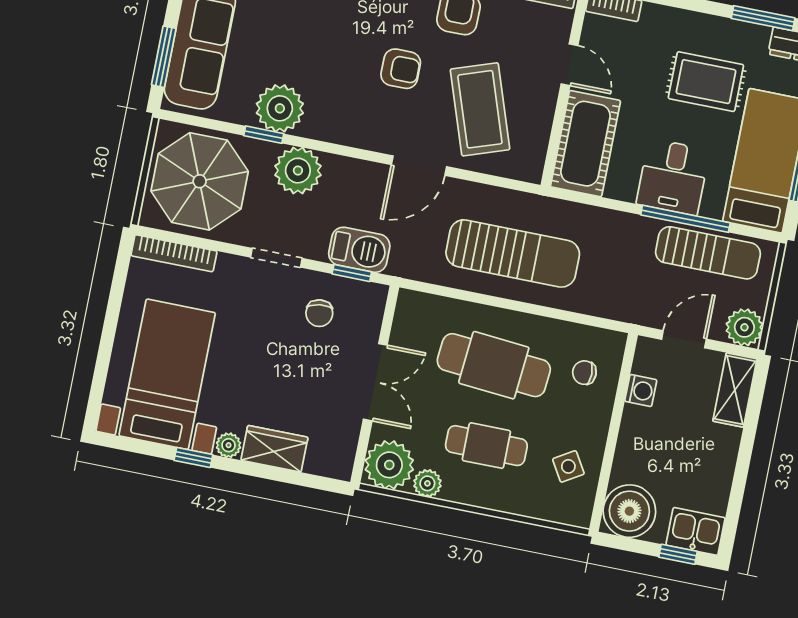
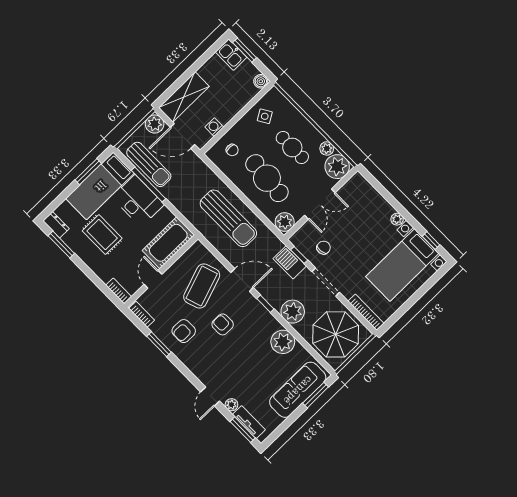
window: (264, 135) -> (265, 304), moved
desk: (673, 177) -> (138, 201), width x1.37
sun lounger: (513, 253) -> (228, 218), turned 180
sun lounger: (708, 253) -> (149, 164), turned 180
doorway: (276, 258) -> (326, 282), width x1.38
plant: (414, 312) -> (285, 222), added
door: (684, 339) -> (183, 136), width x1.38
double door: (375, 382) -> (320, 204), swing flipped
shelving: (735, 390) -> (184, 97), width x1.50, depth x1.33
wardrobe: (274, 449) -> (379, 205), removed
window: (193, 457) -> (431, 241), moved
boiler: (629, 511) -> (261, 81), width x0.54, depth x0.54
window: (678, 554) -> (245, 50), width x1.50

